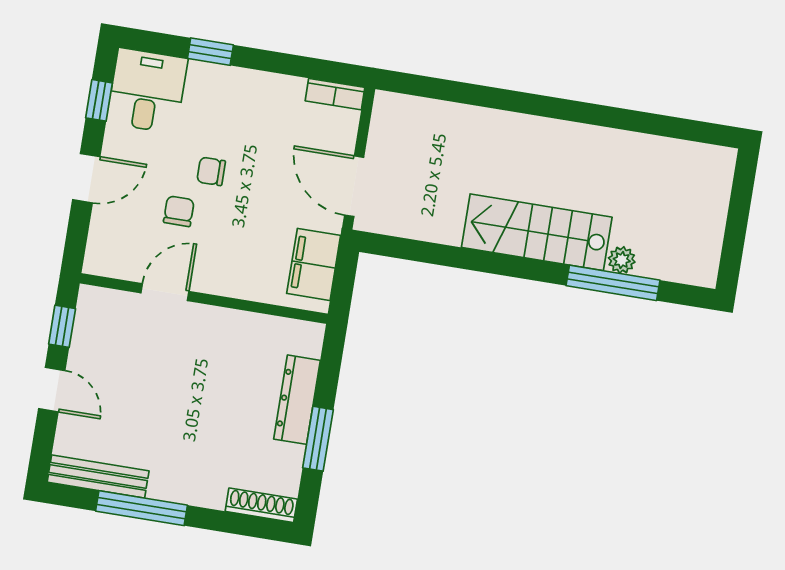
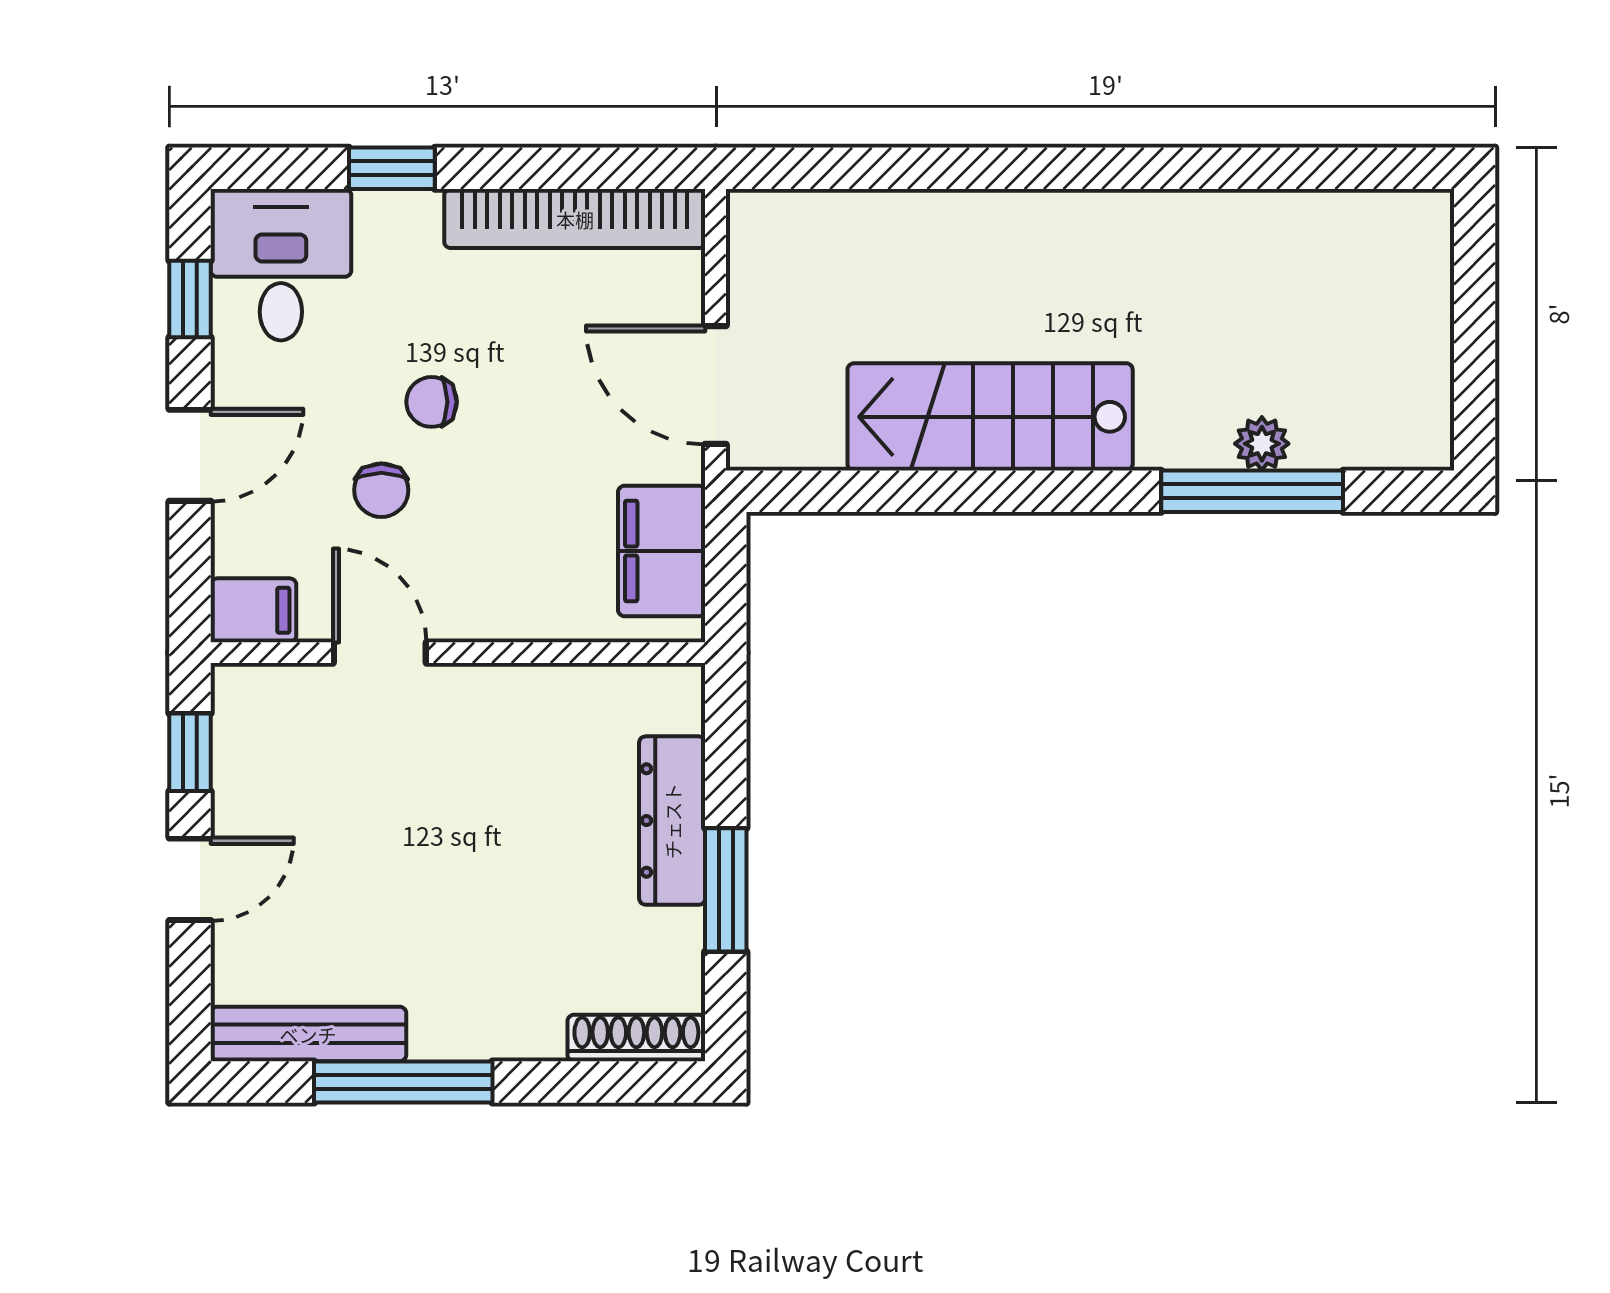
bookcase: (335, 94) -> (575, 219), width x2.31, depth x1.31
chair: (179, 211) -> (381, 490), turned 180
stairs: (537, 232) -> (990, 417), moved
filing cabinet: (105, 261) -> (253, 610), added
door: (165, 292) -> (380, 653), hinge flipped
door: (52, 390) -> (190, 879), hinge flipped

